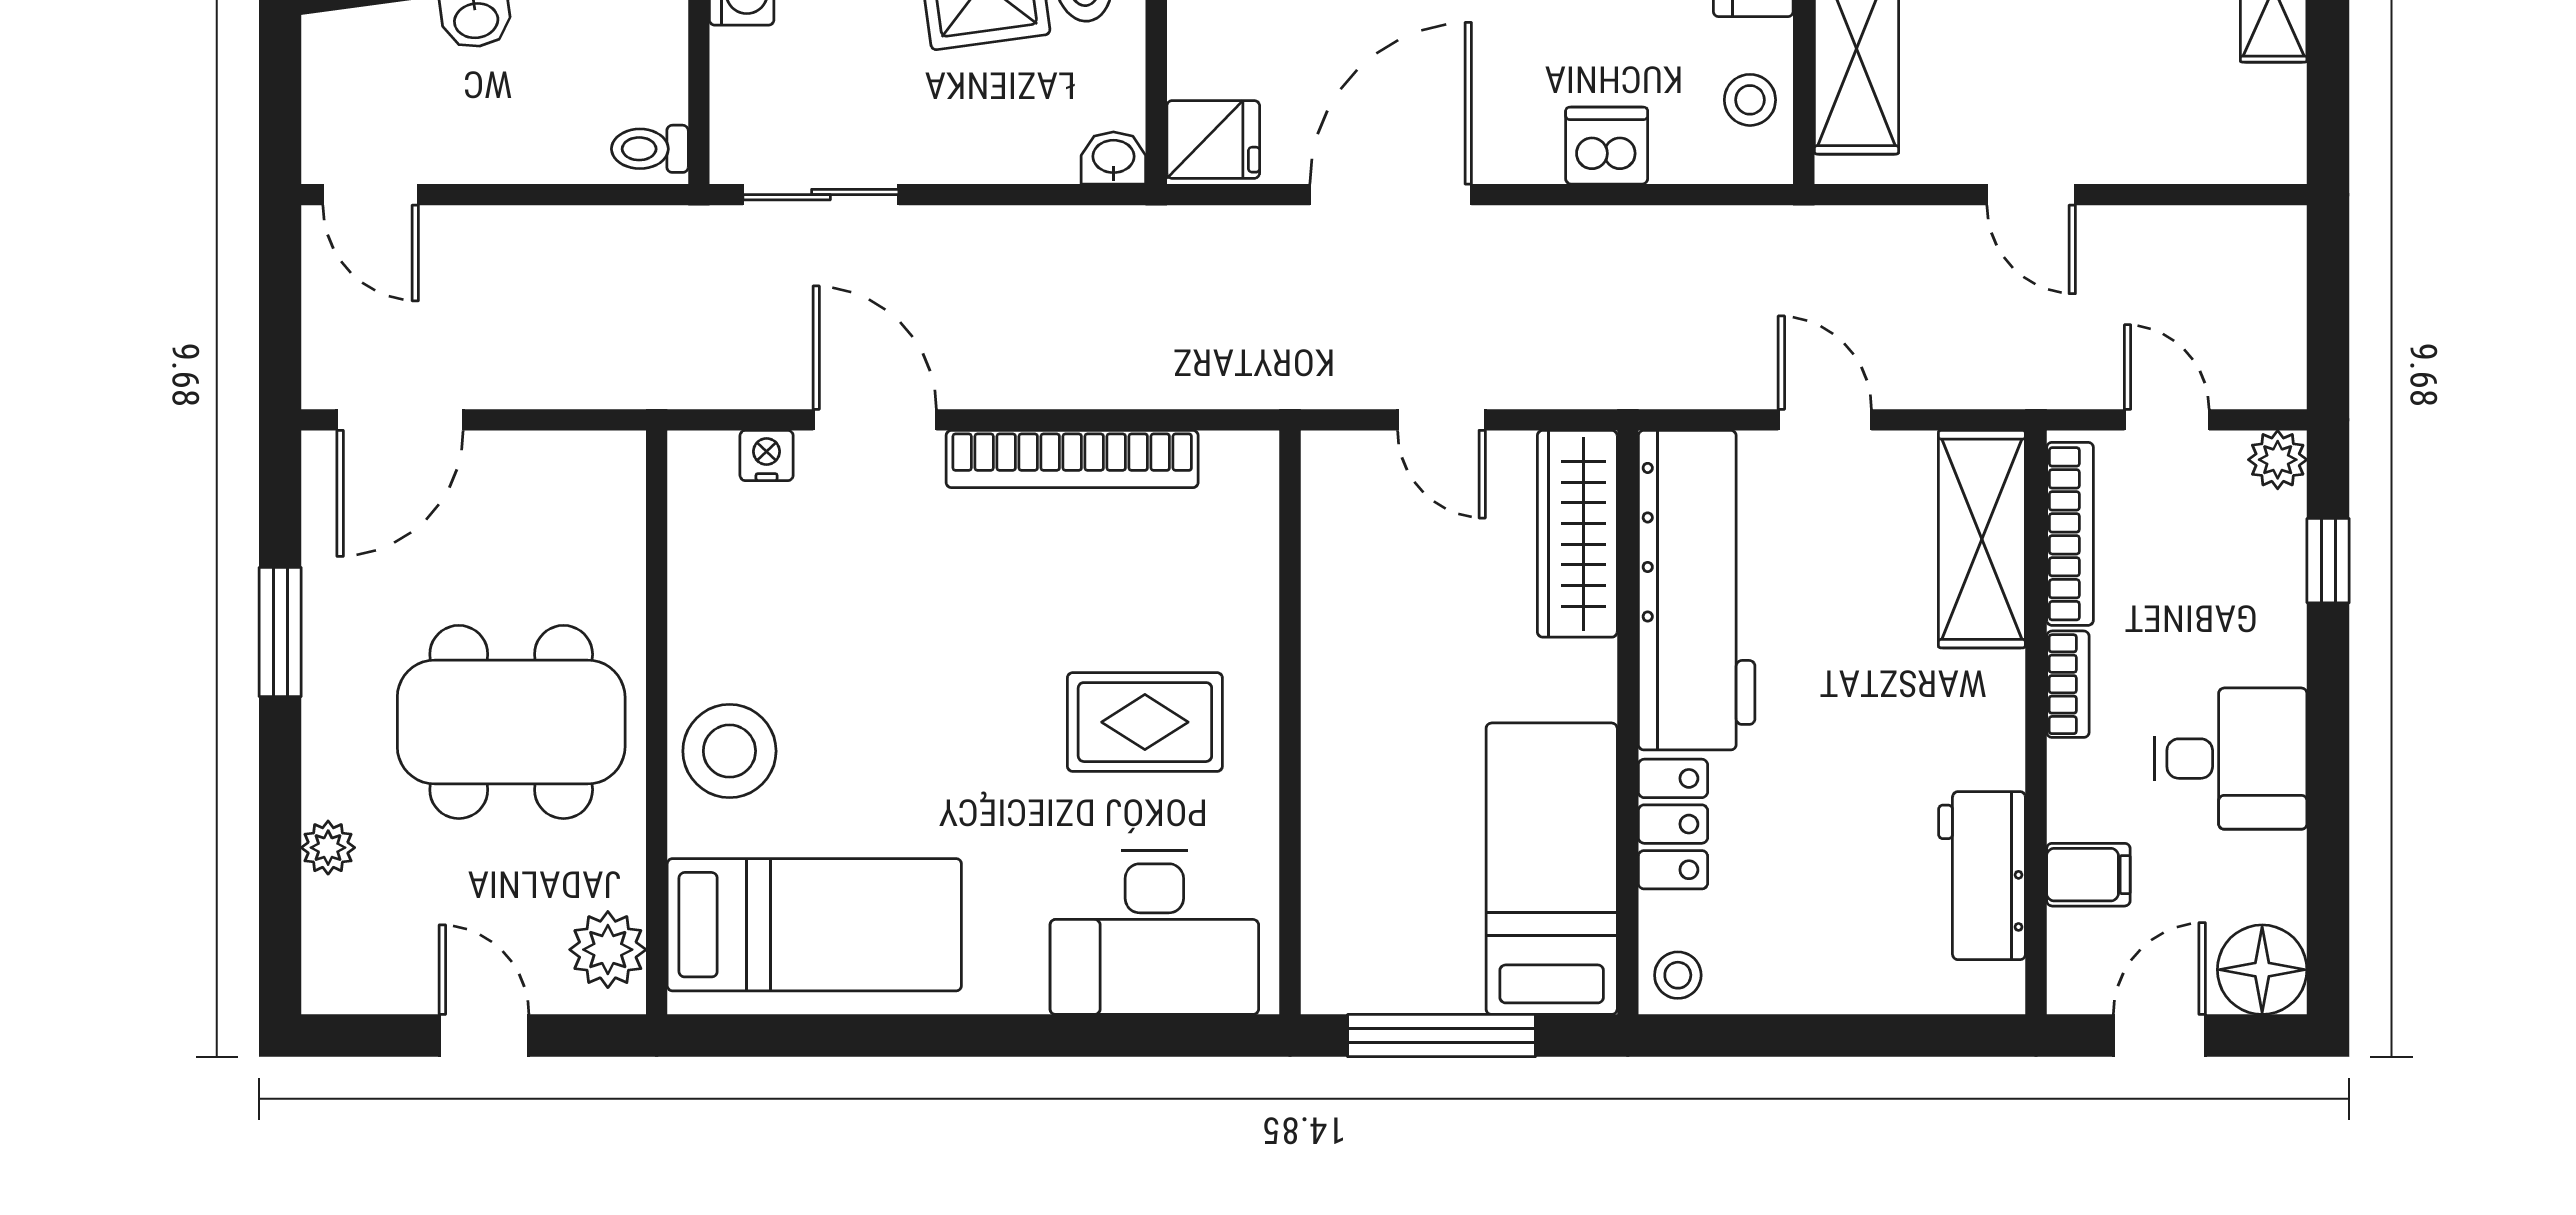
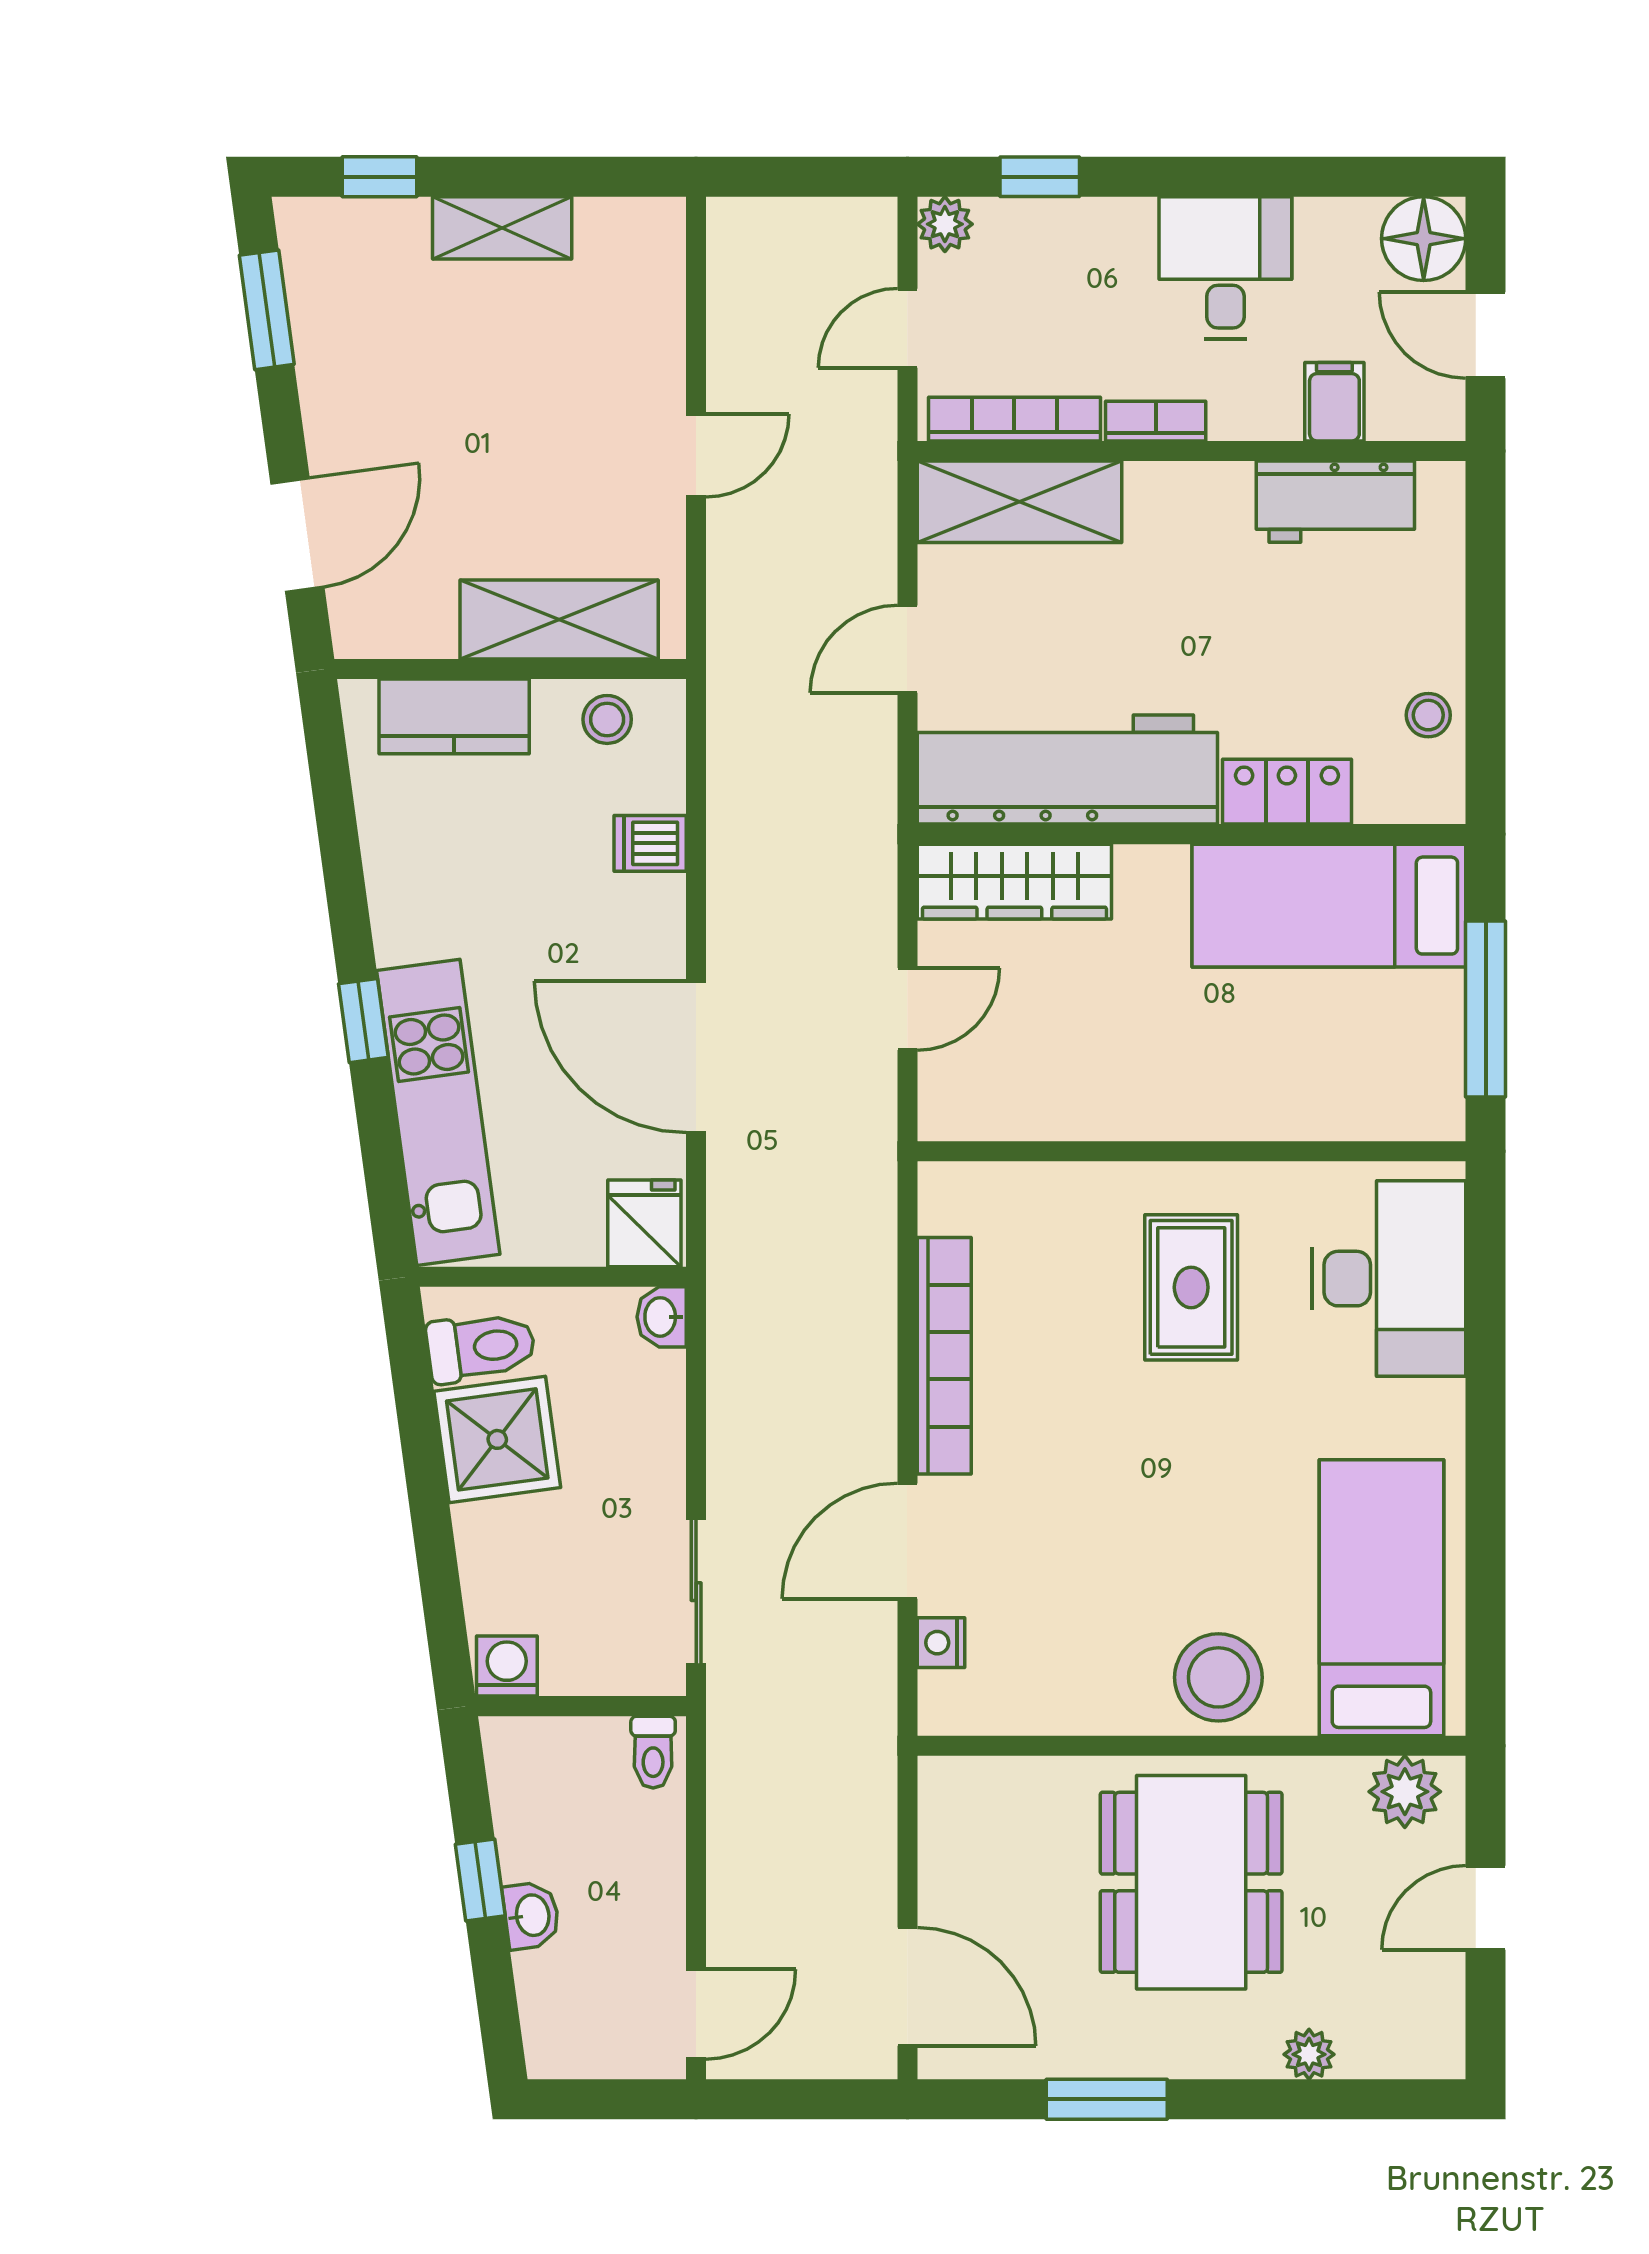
dishwasher: (1607, 146) -> (650, 843), width x0.73
stool: (1678, 975) -> (1428, 715), moved

